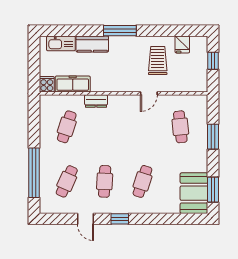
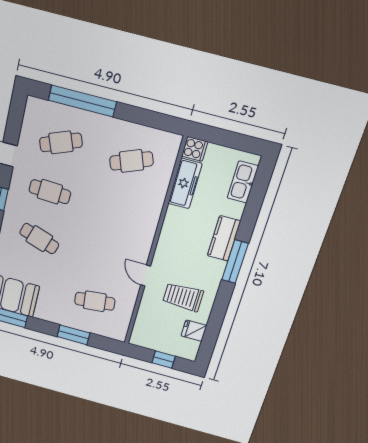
kitchen counter: (92, 44) -> (224, 238), moved
trolley: (158, 61) -> (183, 297), turned 180
dresser: (96, 101) -> (154, 208), removed
cafe table: (67, 127) -> (131, 161), turned -39
cafe table: (67, 181) -> (61, 142), turned -45

